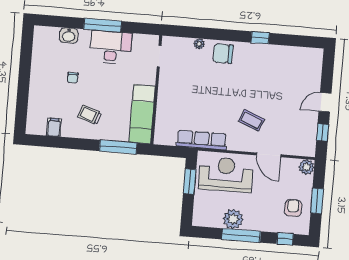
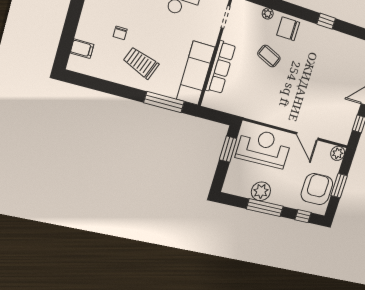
chair: (73, 78) -> (120, 33), moved
trolley: (90, 115) -> (141, 63), width x1.36, depth x1.39
coffee table: (251, 120) -> (269, 56), moved
filing cabinet: (54, 127) -> (82, 49), moved, turned 90
row of seats: (202, 140) -> (221, 68), moved, turned 90
armchair: (293, 208) -> (317, 189), width x1.88, depth x1.88

